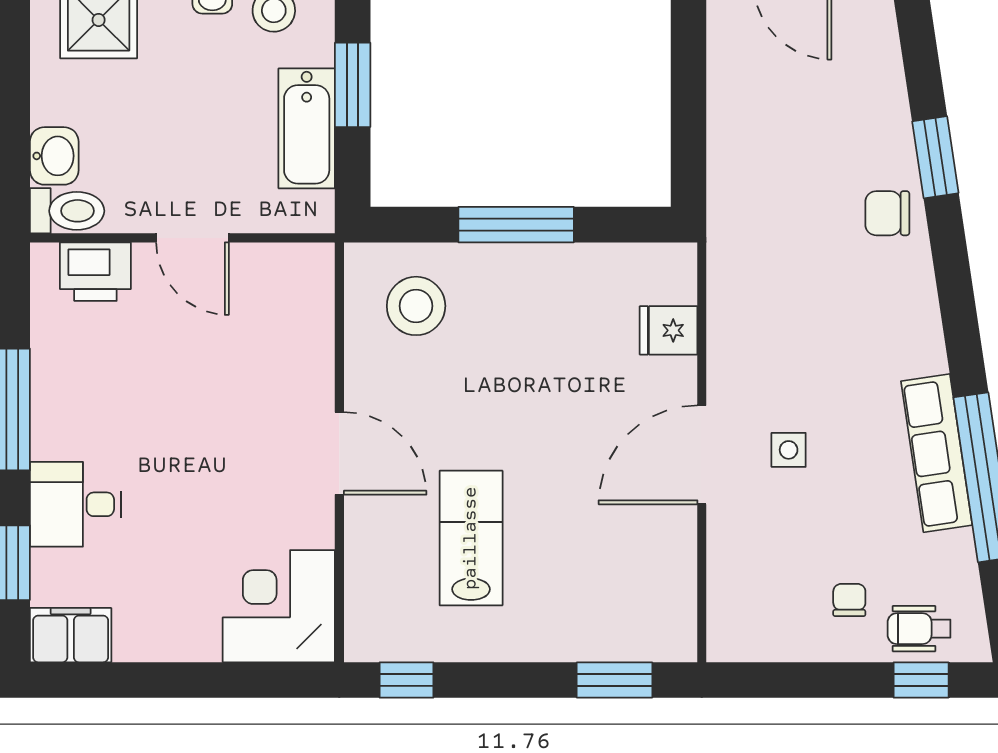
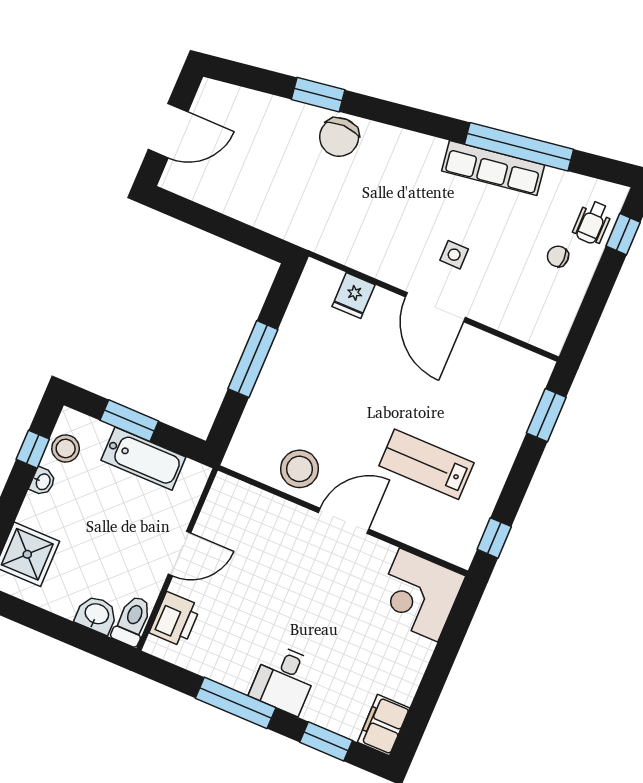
chair: (887, 213) -> (339, 137), width x1.37, depth x1.37
stool: (416, 306) -> (300, 469), moved
desk: (76, 504) -> (284, 679), moved

